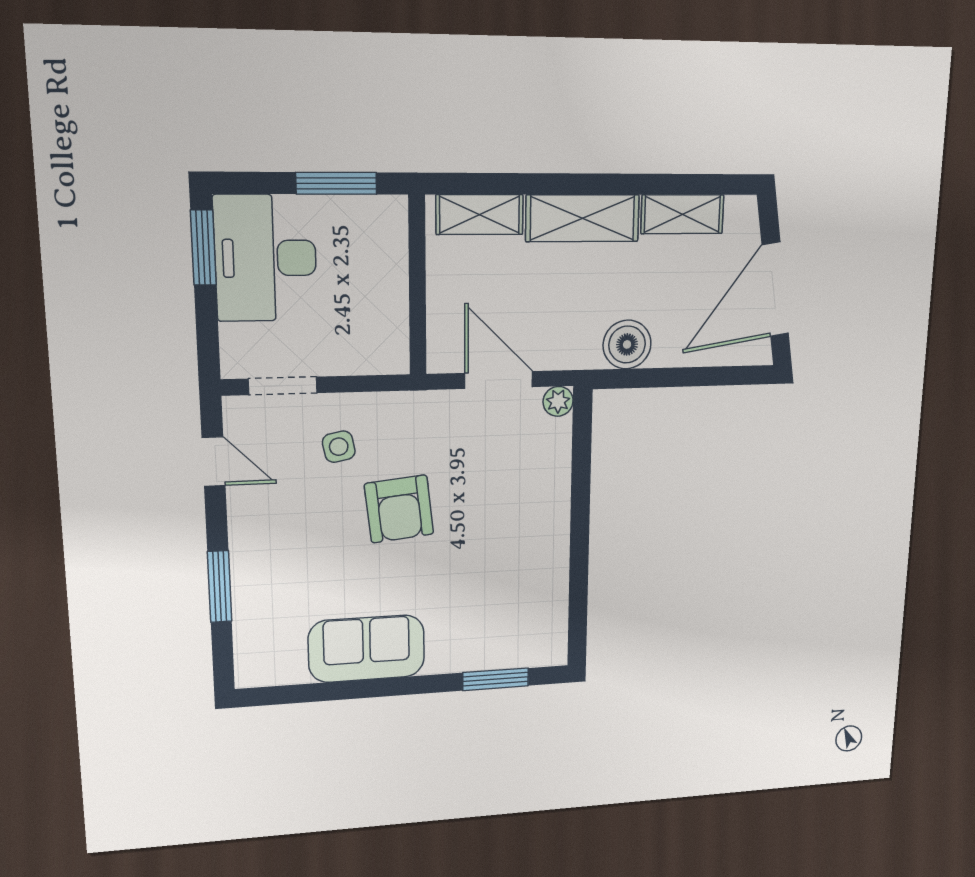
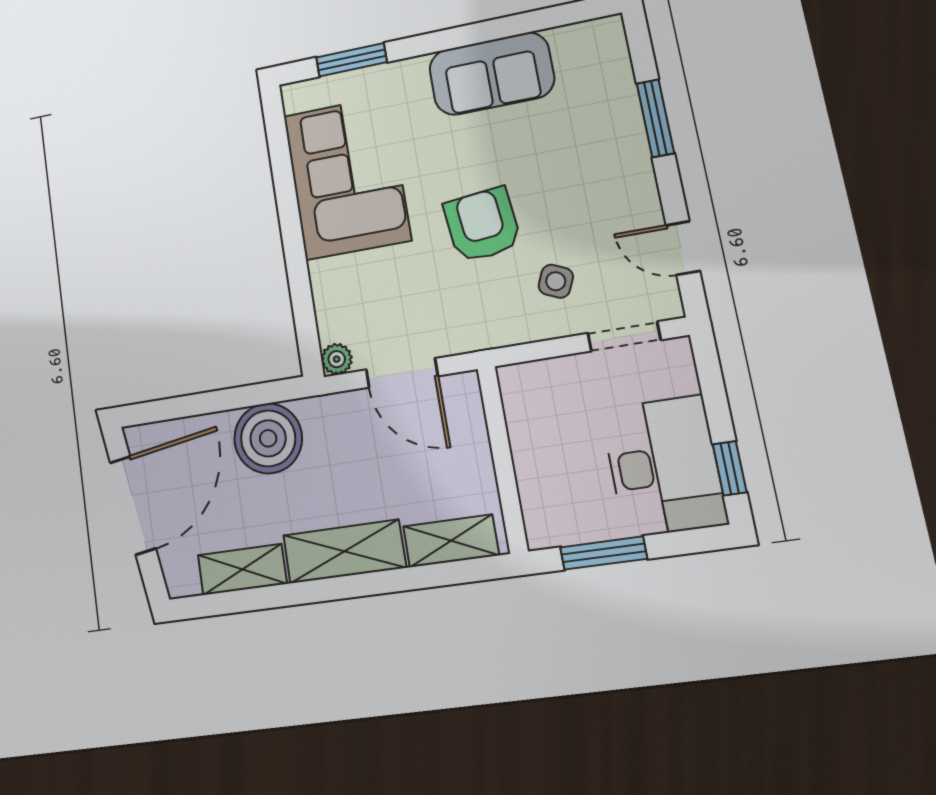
window: (203, 248) -> (730, 468), width x0.67
boiler: (627, 344) -> (268, 438), width x1.37, depth x1.37
side table: (339, 447) -> (556, 281), turned 35
corner sofa: (519, 570) -> (347, 178), added

